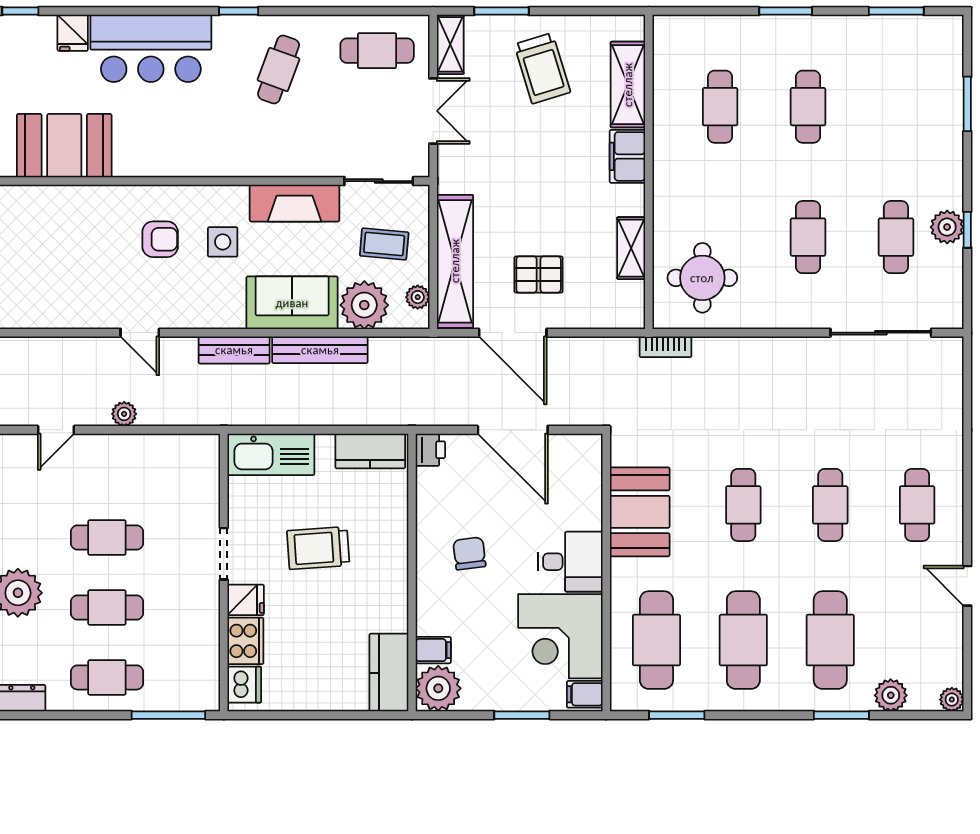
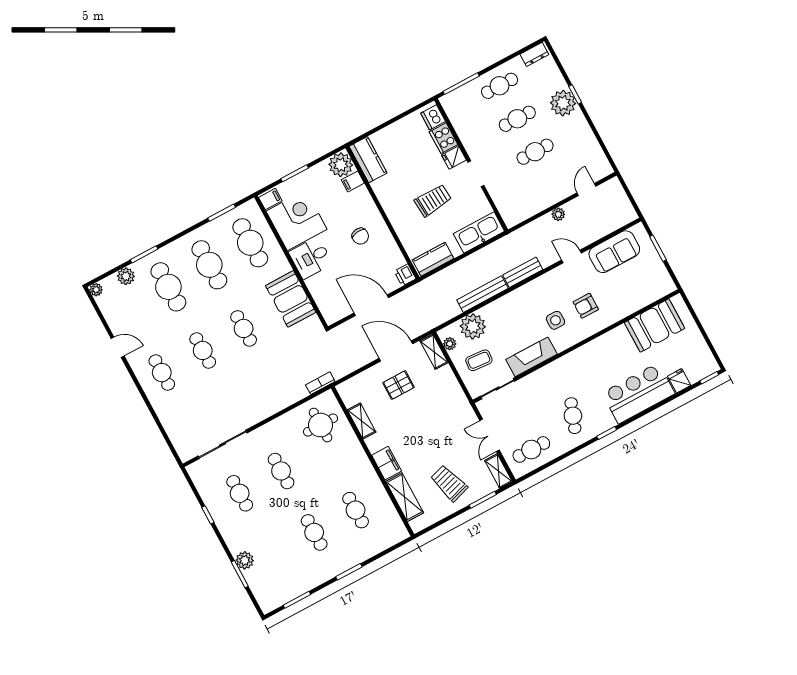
plant: (947, 227) -> (245, 560), moved
shelving: (455, 261) -> (434, 352), width x0.45, depth x0.75
sofa: (292, 303) -> (614, 252), moved

